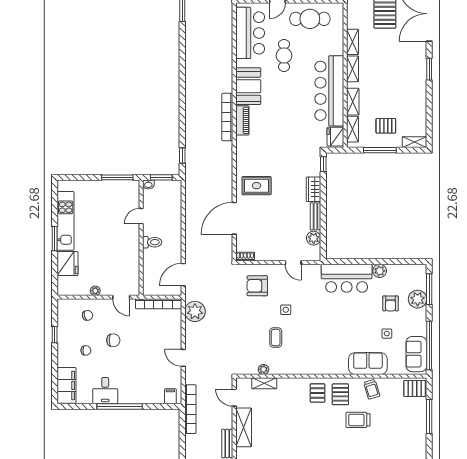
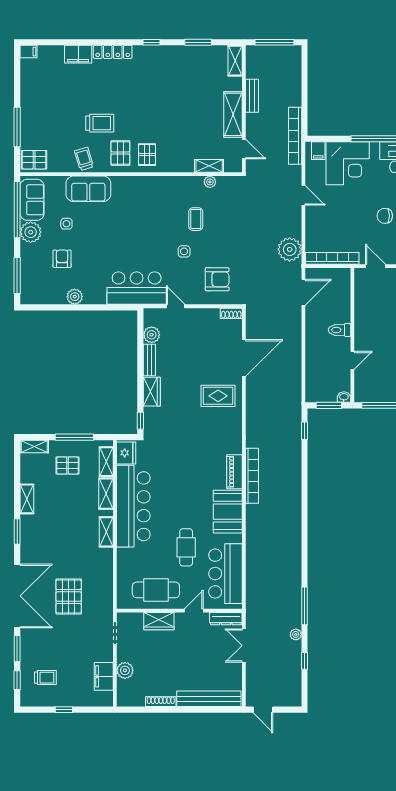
shelving: (353, 42) -> (27, 499), moved
bar counter: (347, 278) -> (137, 288), moved
plant: (418, 299) -> (31, 232), moved
corner desk: (145, 385) -> (348, 163), added

